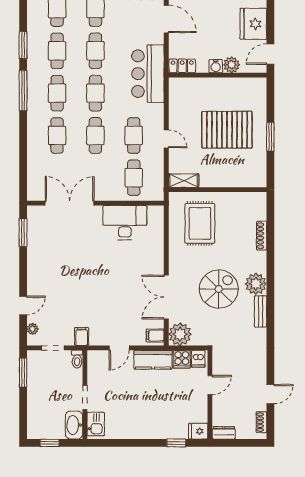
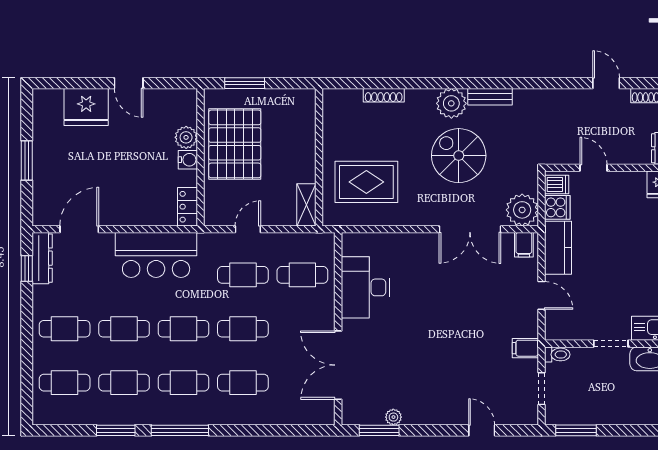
plant: (232, 65) -> (186, 137), moved
locker: (182, 66) -> (187, 207), moved
water cooler: (216, 66) -> (188, 160), moved
wall: (218, 75) -> (200, 157), moved
plant: (33, 329) -> (393, 417), moved

